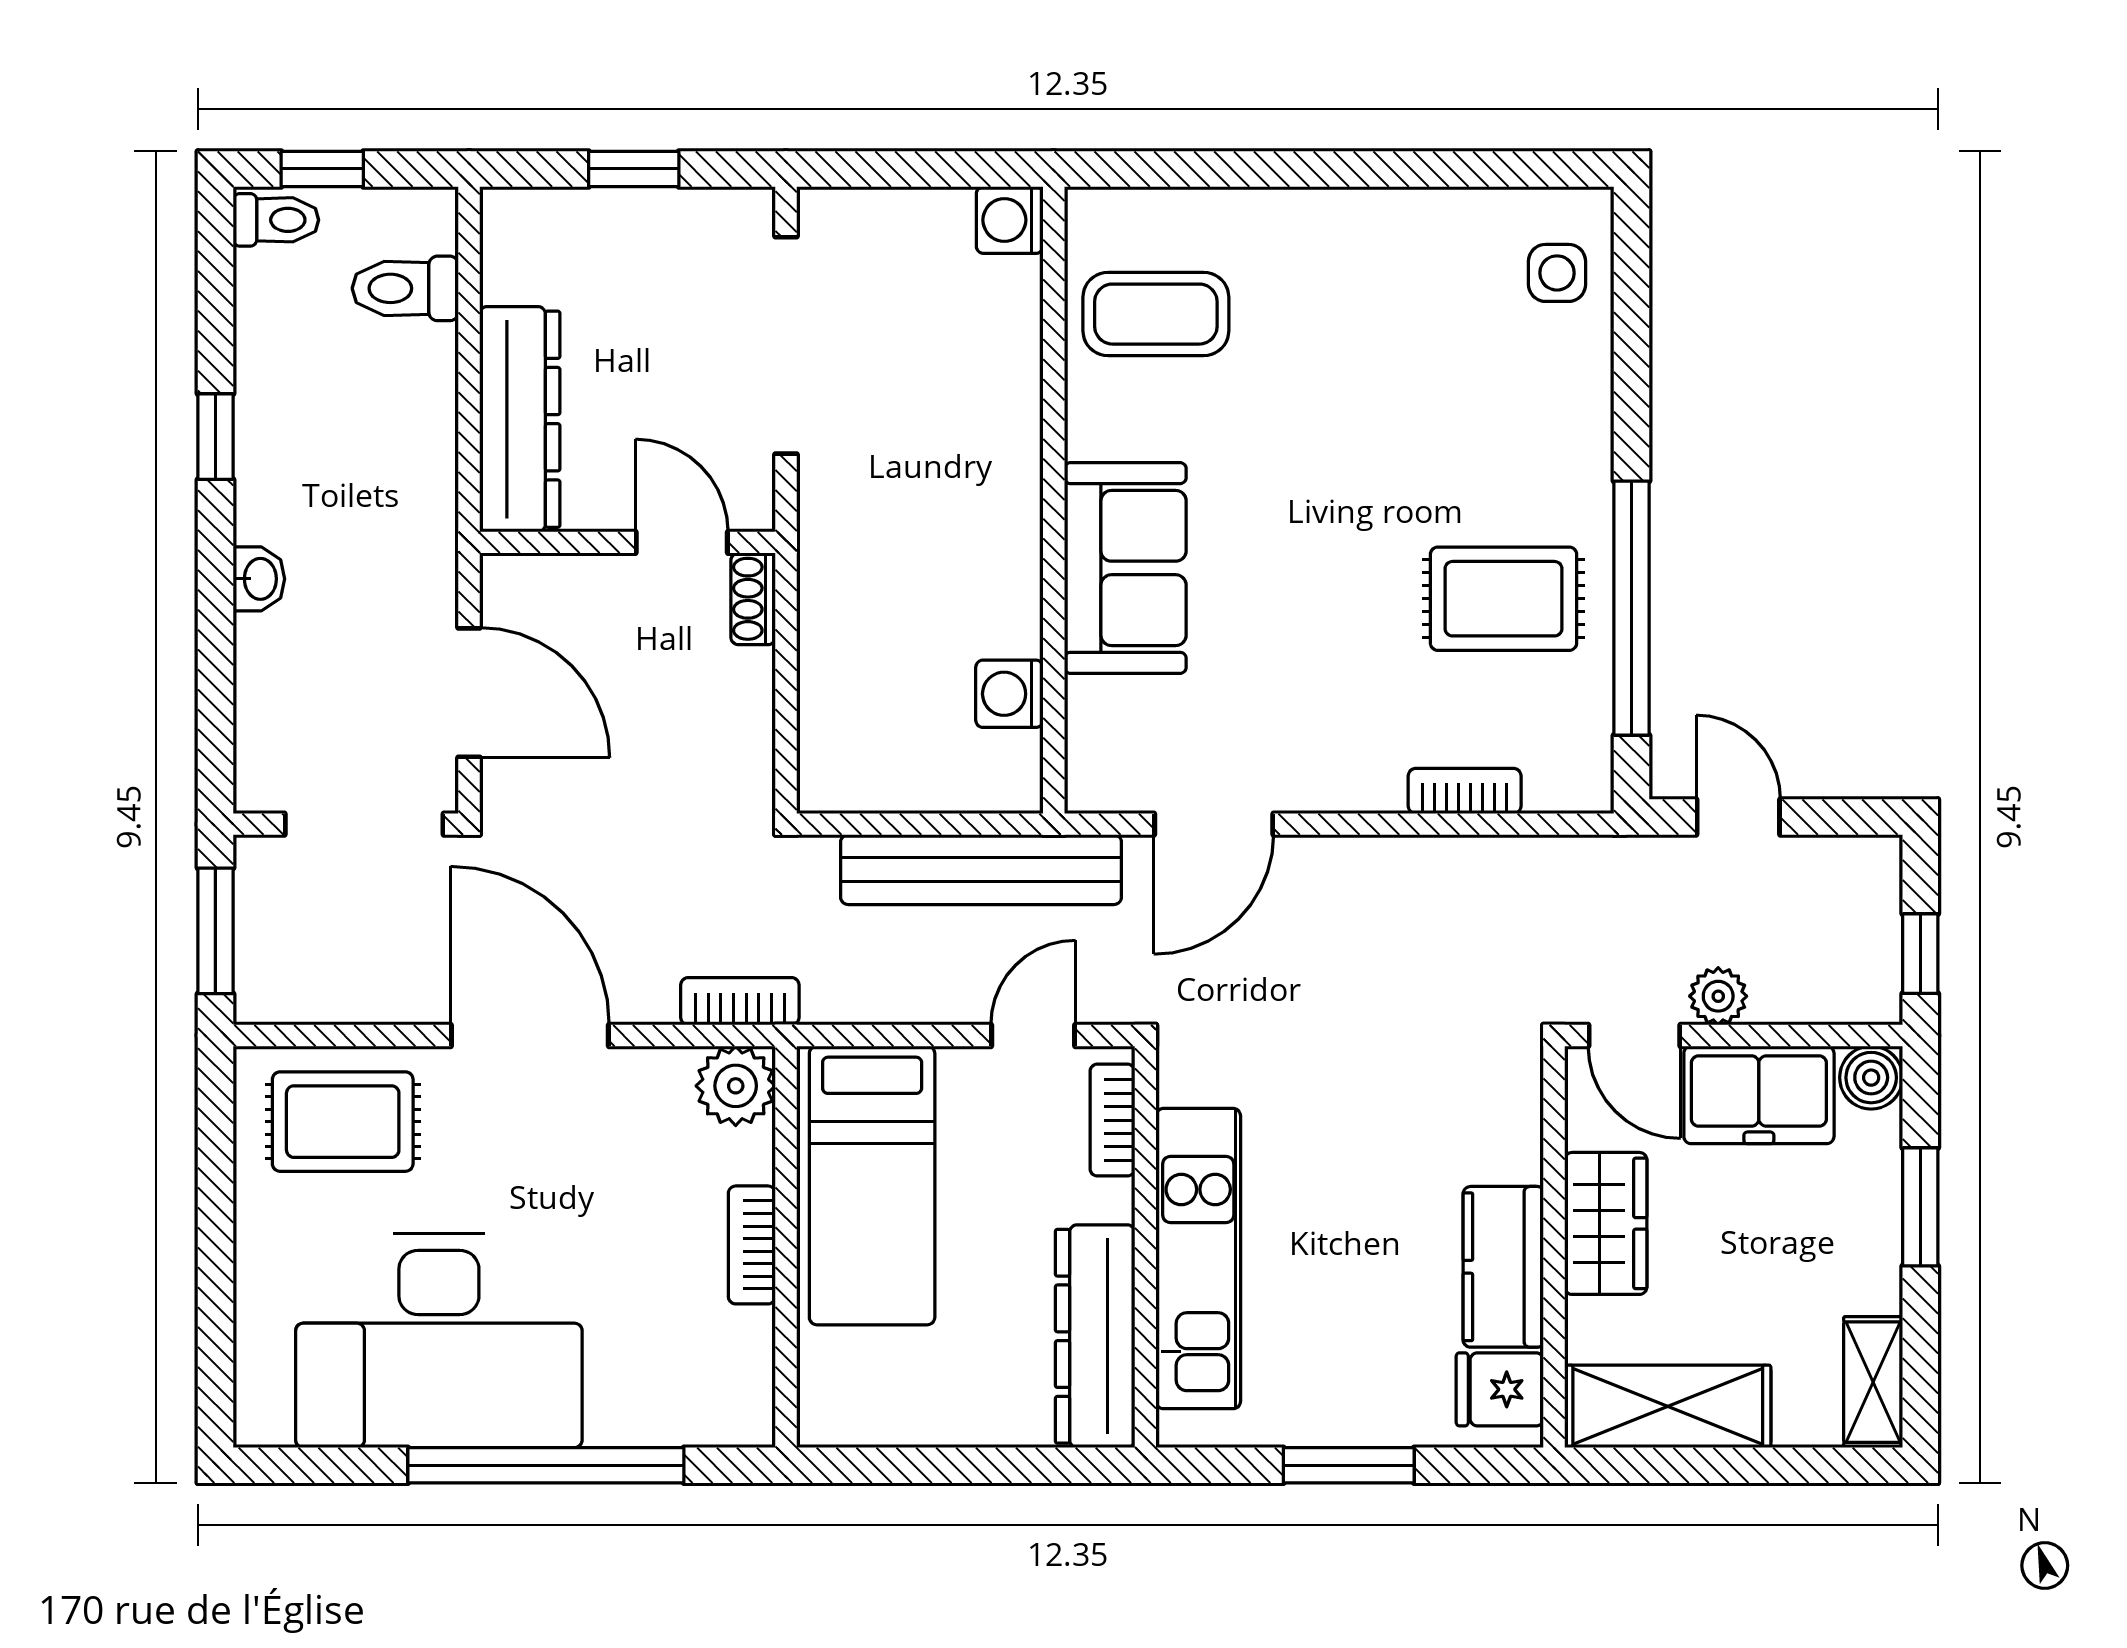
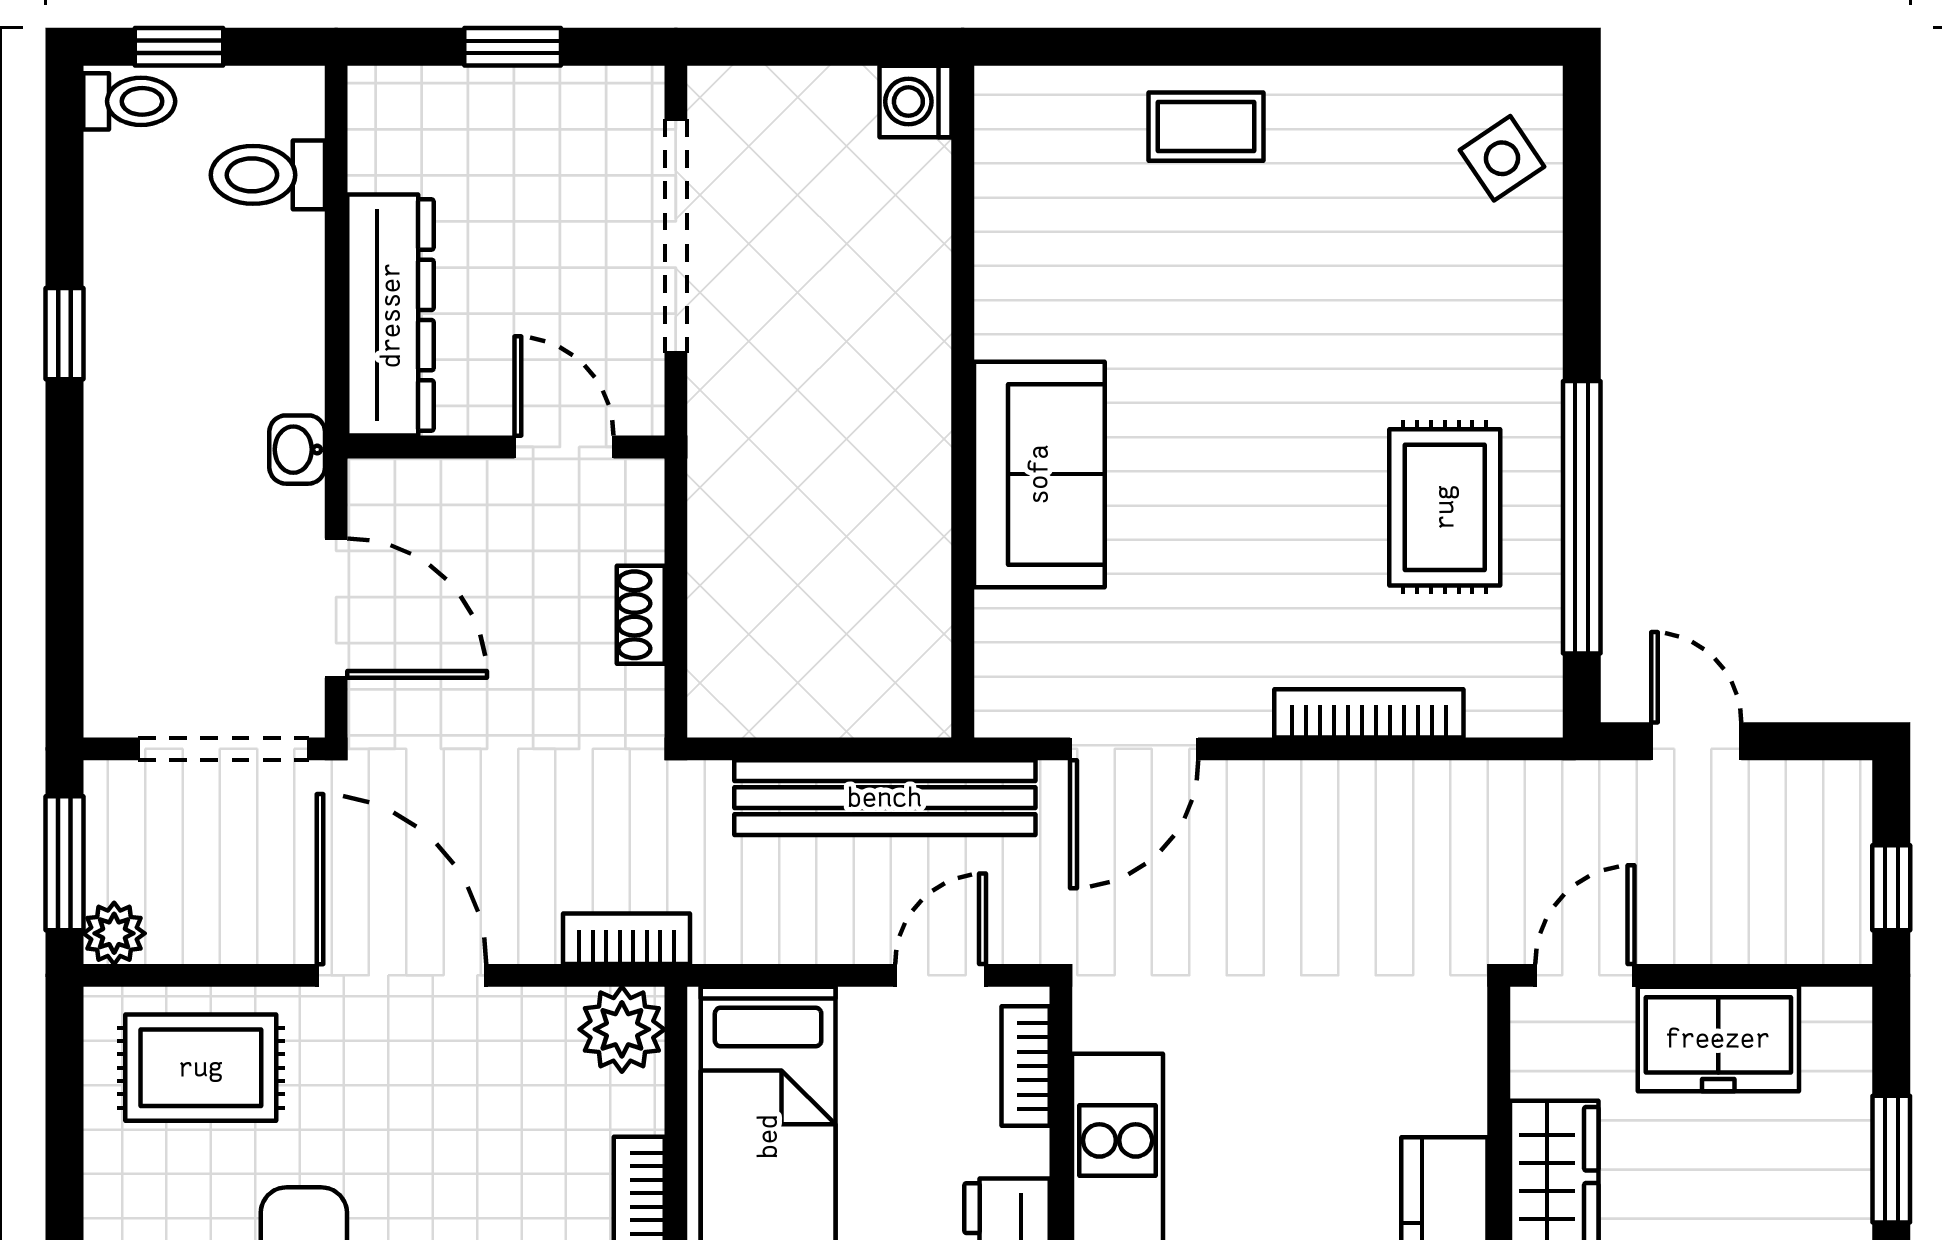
side table: (1557, 273) -> (1502, 158), turned -34
coffee table: (1156, 314) -> (1206, 127), moved, width x0.73, depth x0.77
washbasin: (259, 579) -> (297, 450), moved, turned 180
shoe rack: (753, 599) -> (641, 615), moved
rug: (1504, 599) -> (1445, 507), turned 90
washing machine: (1009, 694) -> (915, 609), removed
bookcase: (1465, 791) -> (1369, 713), width x1.56
plant: (1718, 996) -> (114, 933), moved
door: (1634, 1035) -> (1585, 975), swing flipped
boiler: (1871, 1078) -> (1839, 1020), removed

